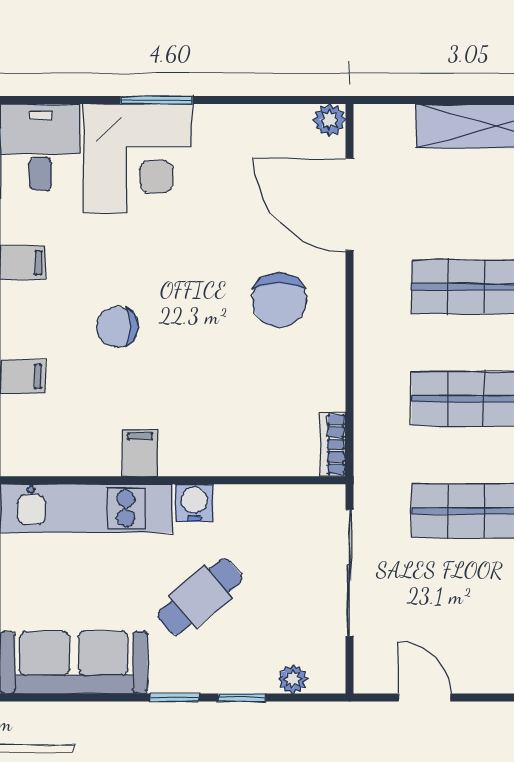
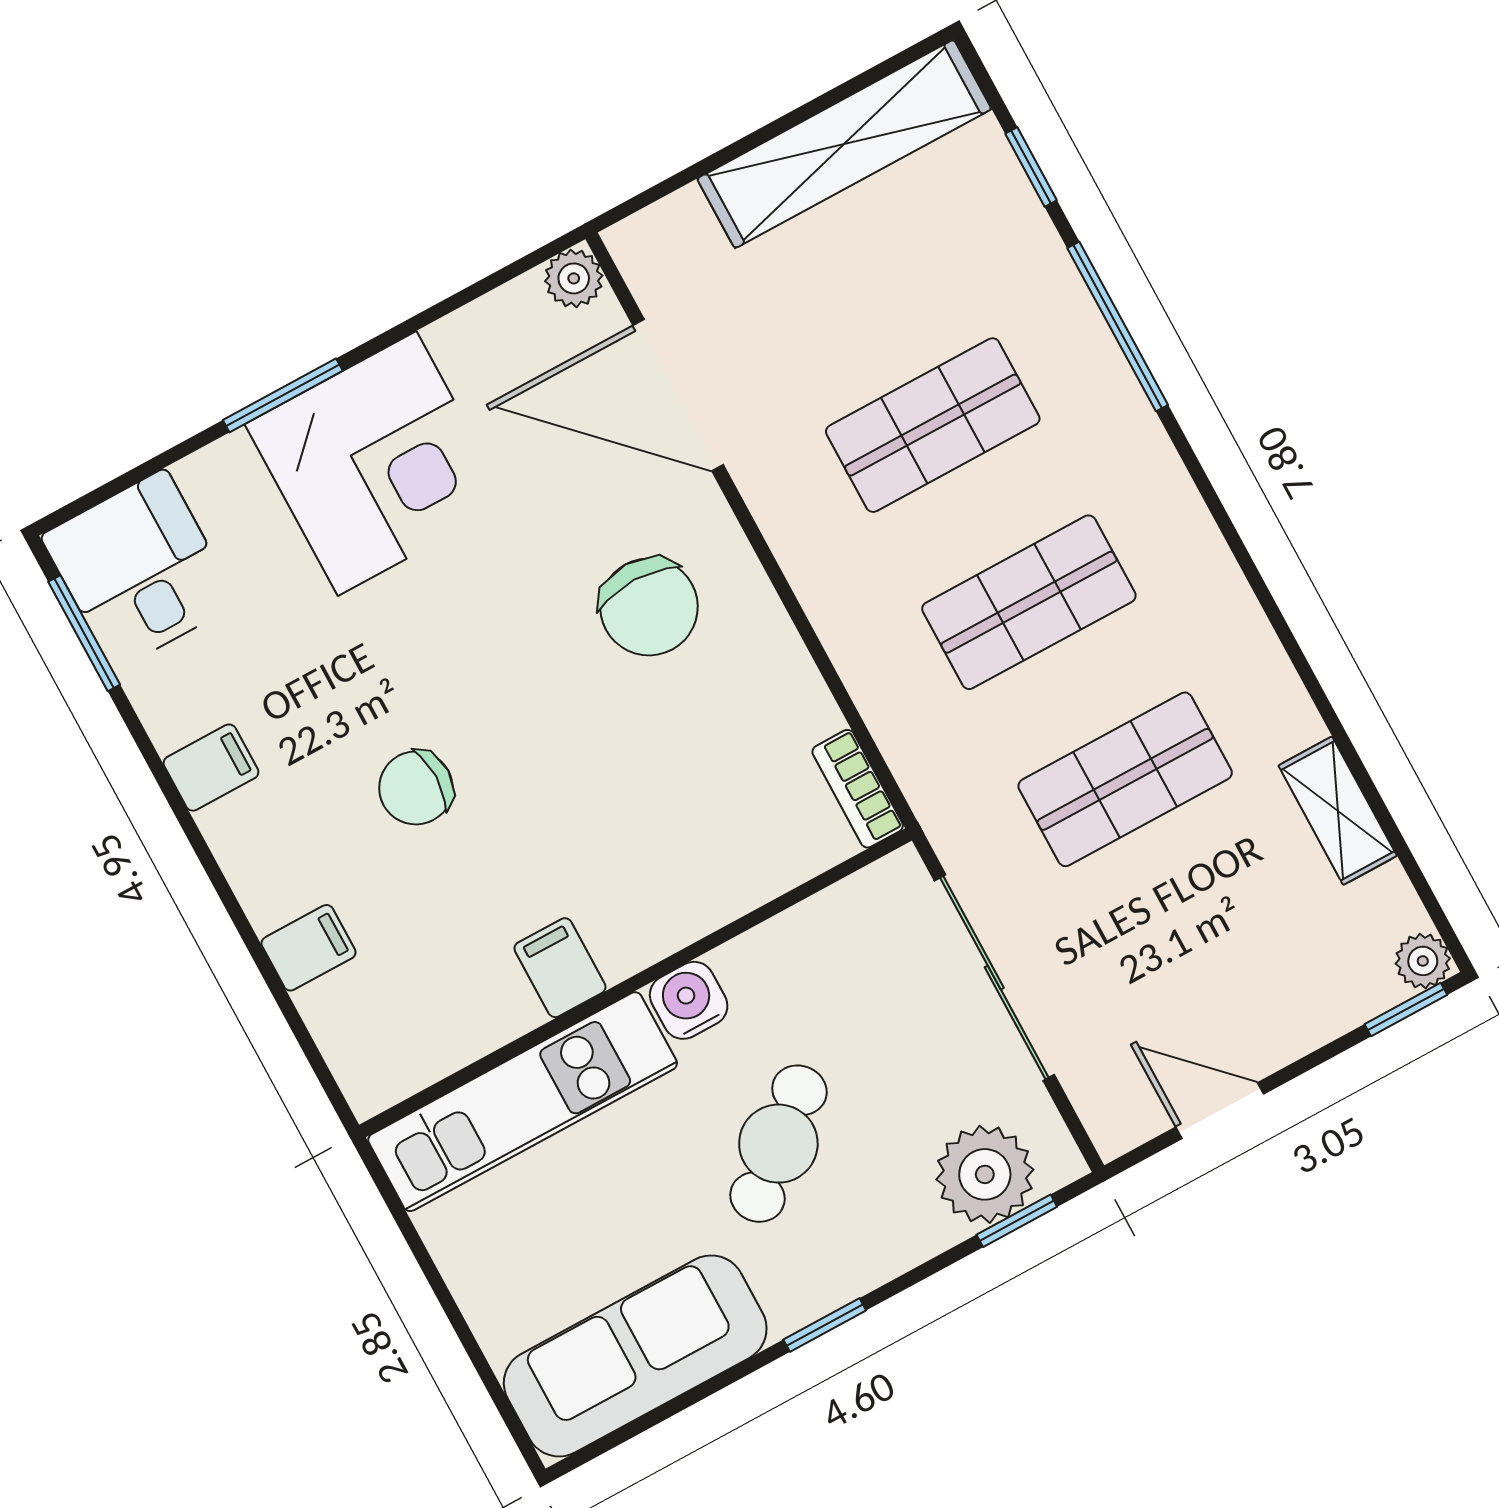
corner desk: (138, 158) -> (377, 463), moved
plant: (293, 679) -> (985, 1174), width x1.88, depth x1.88
window: (242, 698) -> (1017, 1221), moved

